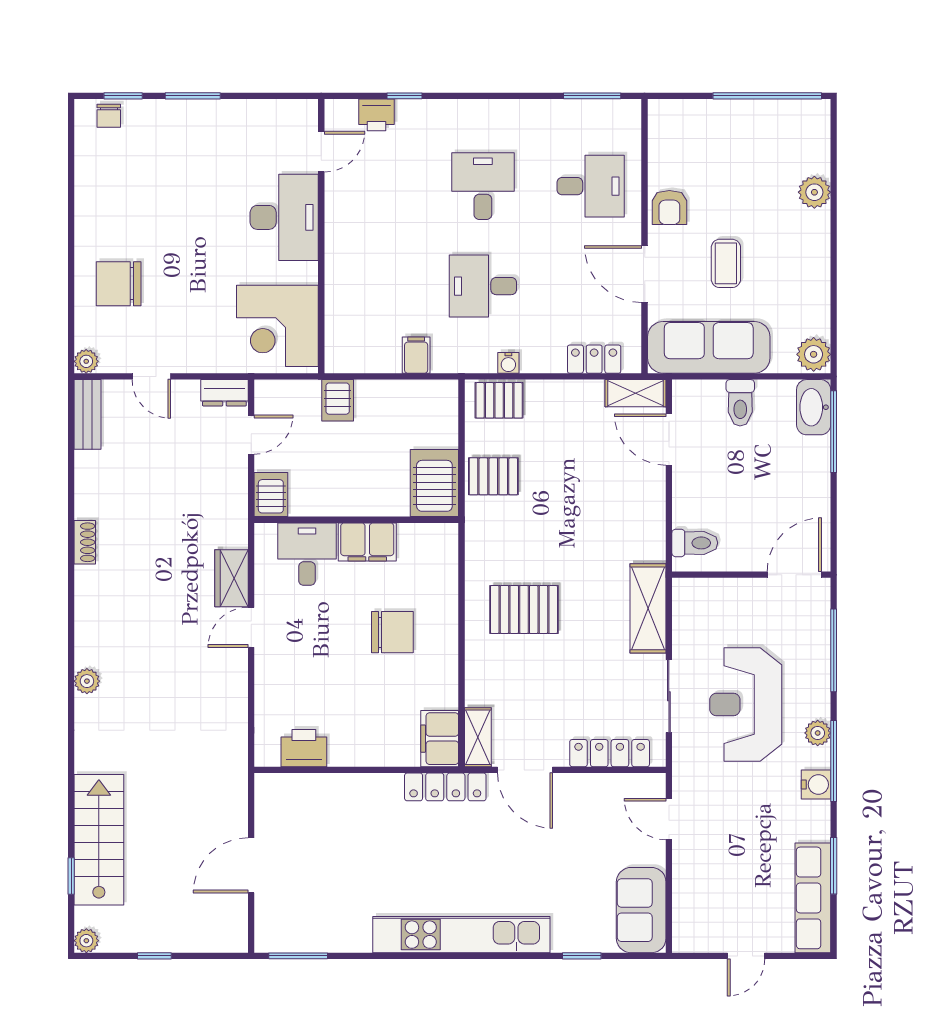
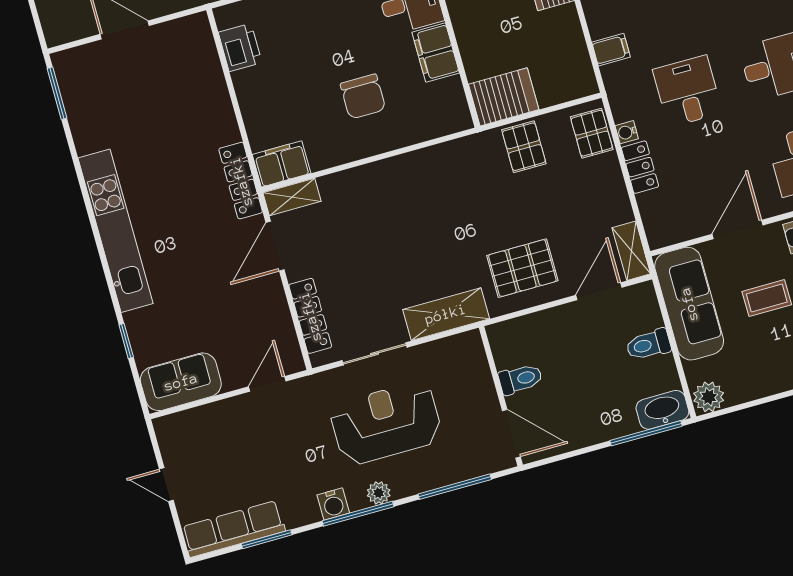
locker: (594, 359) -> (640, 167), moved
toilet: (695, 543) -> (520, 379), moved, turned -90
pallet: (524, 609) -> (522, 268), moved, turned 90

